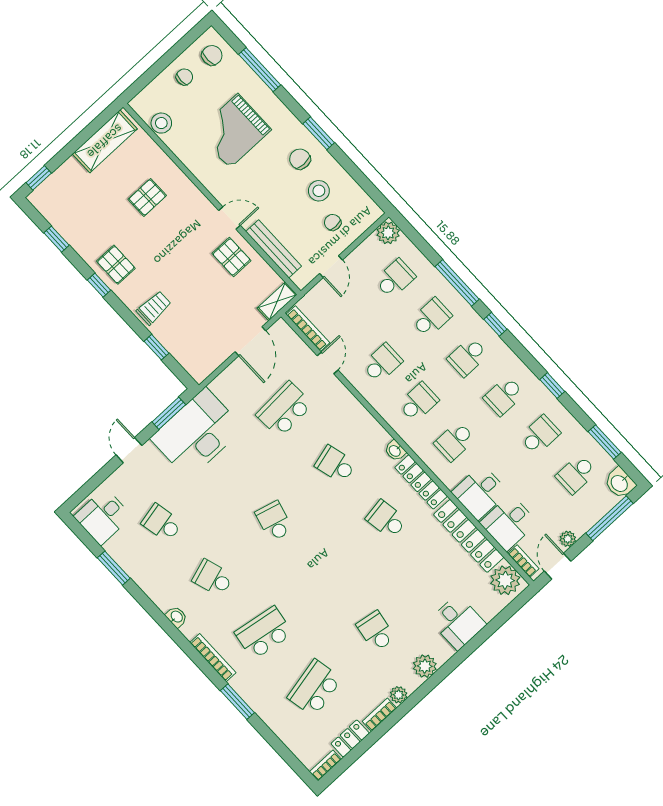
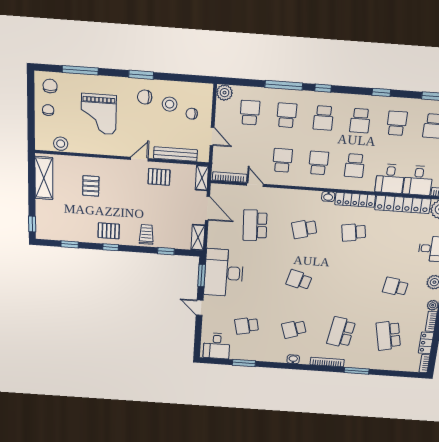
shelving: (208, 365) -> (198, 237), added

